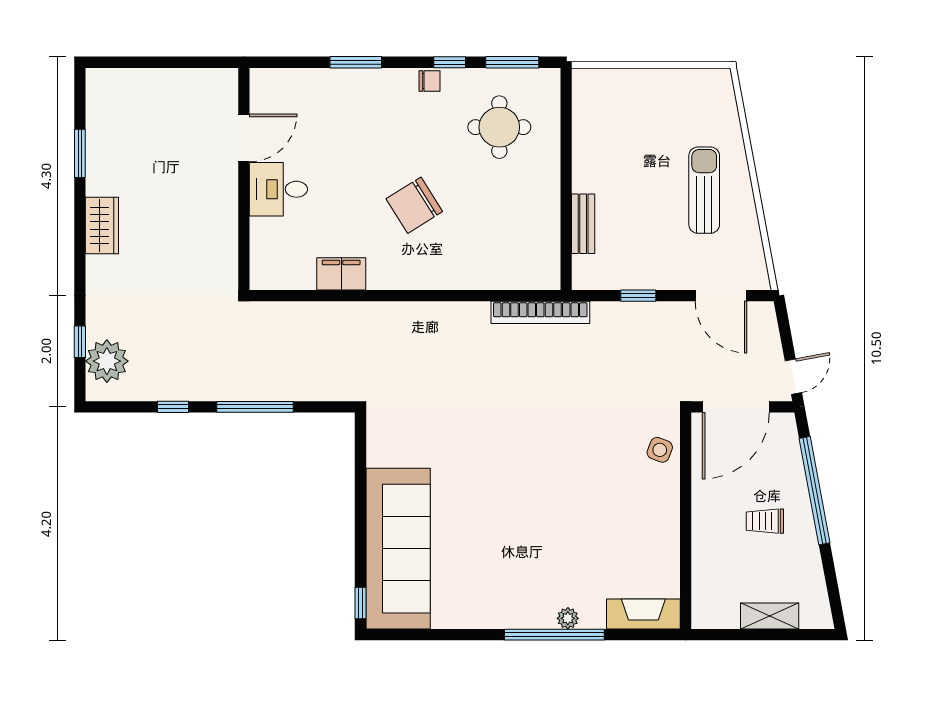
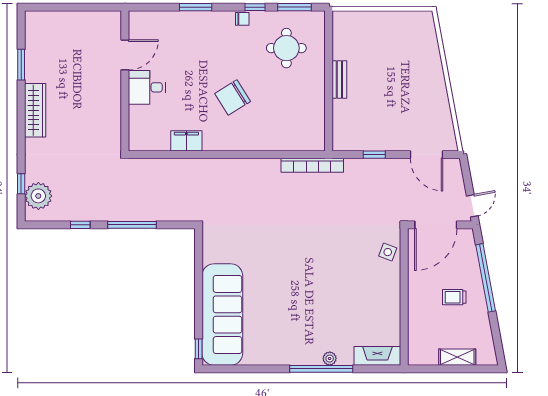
sun lounger: (704, 190) -> (416, 88), removed
bench: (583, 224) -> (339, 80), moved
wardrobe: (102, 225) -> (35, 110), width x1.50

